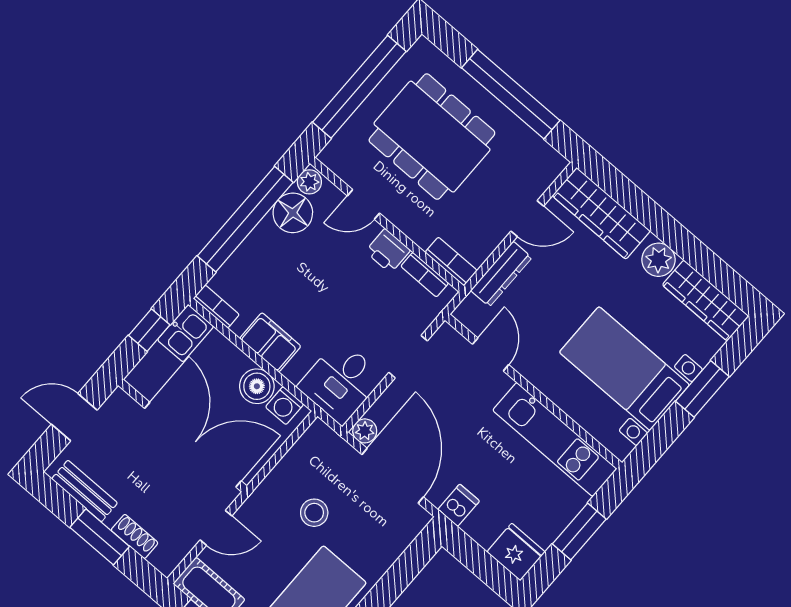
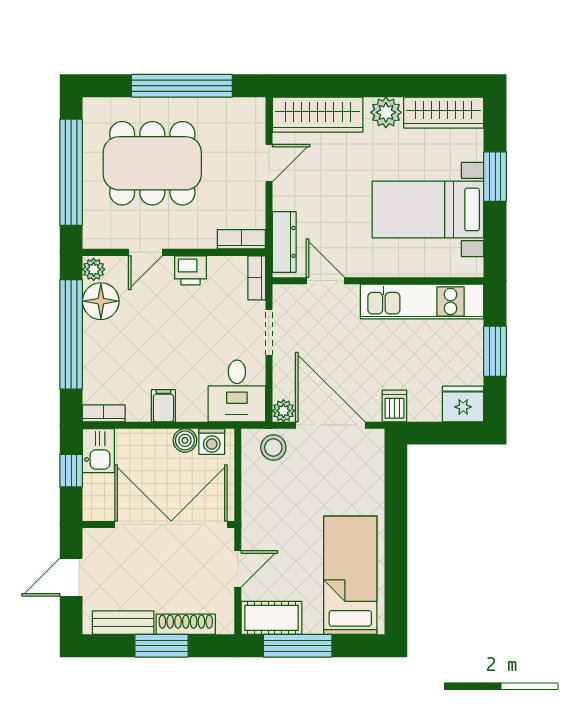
dresser: (501, 274) -> (284, 242), moved
bookcase: (425, 275) -> (257, 278), moved, turned 90
filing cabinet: (270, 342) -> (163, 406), width x0.50
boiler: (257, 386) -> (185, 440), width x0.73, depth x0.73
stool: (314, 513) -> (273, 447), moved
shoe rack: (135, 536) -> (186, 624), width x1.43

